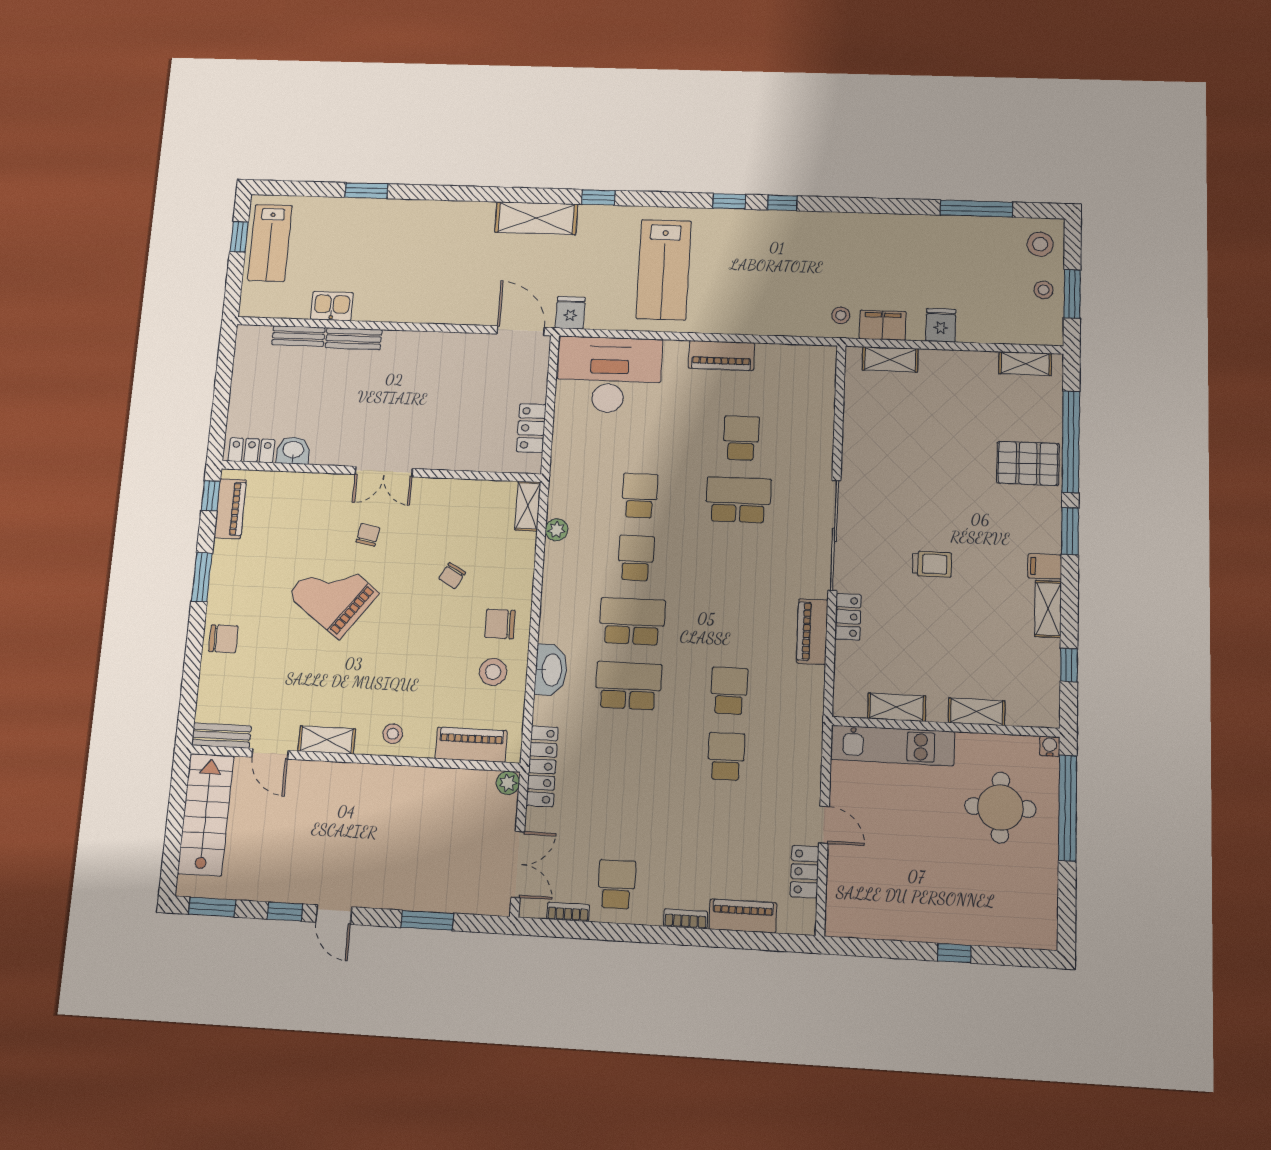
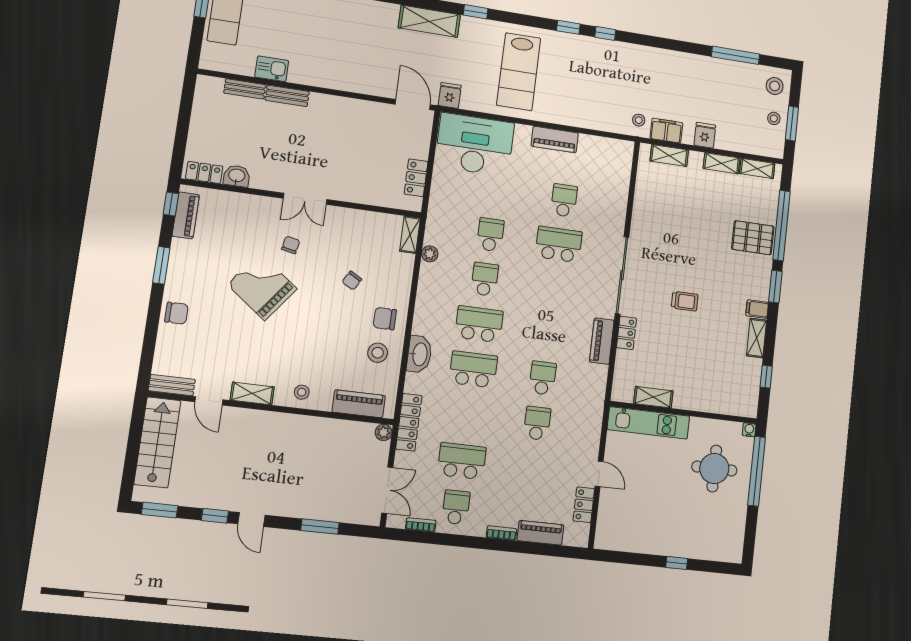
shelving: (977, 712) -> (722, 163), moved
school desk: (621, 817) -> (462, 461), added

